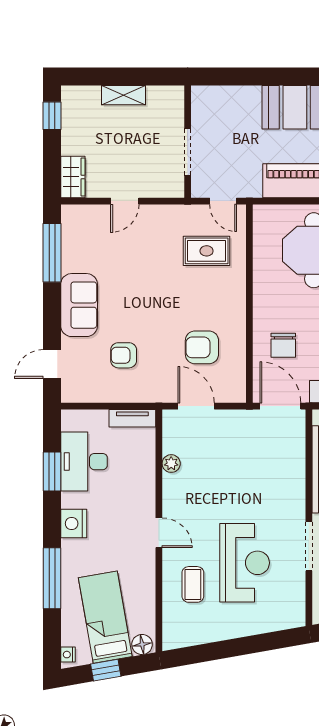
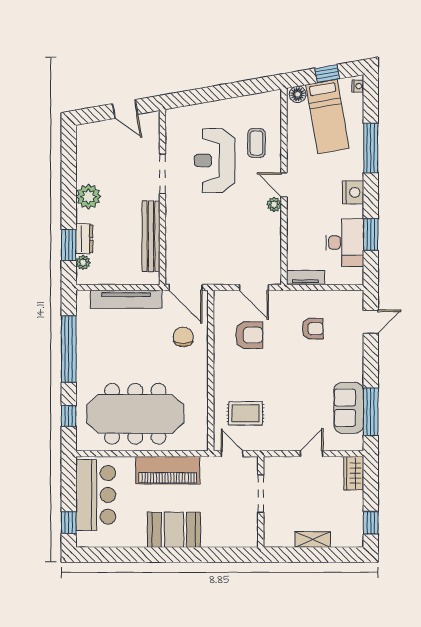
sofa: (79, 305) -> (349, 408), moved
plant: (171, 464) -> (274, 204), moved

